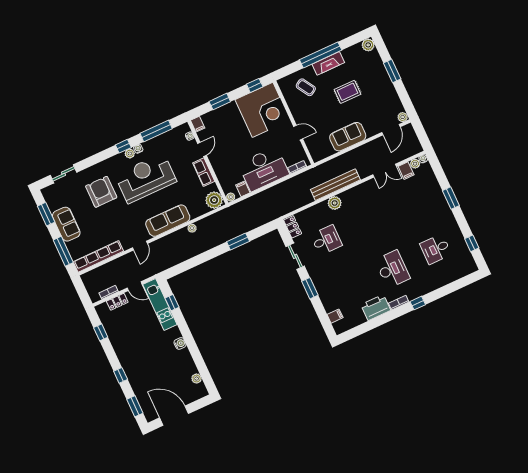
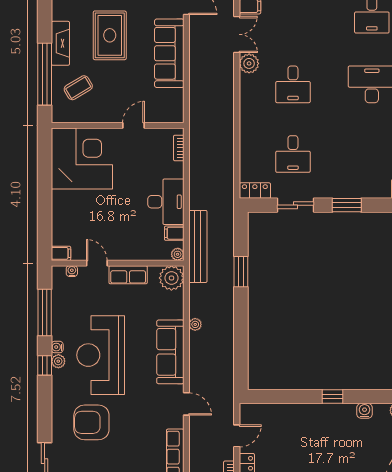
window: (321, 55) -> (45, 74), moved
window: (255, 85) -> (45, 154), removed
rug: (347, 92) -> (110, 35), width x1.36, depth x1.43
window: (220, 102) -> (45, 210), removed
sofa: (348, 137) -> (169, 53), width x1.36
desk: (264, 169) -> (166, 202), width x0.73, depth x0.77
bench: (335, 185) -> (198, 246), moved
plant: (335, 203) -> (249, 63), moved
desk: (370, 220) -> (293, 84), added
desk: (326, 240) -> (293, 154), turned 180
window: (172, 303) -> (333, 397), moved
kitchen unit: (160, 305) -> (277, 414), removed
water cooler: (180, 343) -> (365, 411), moved

